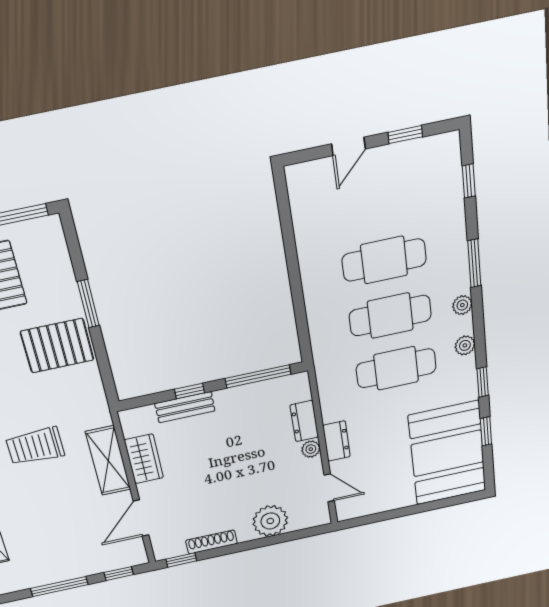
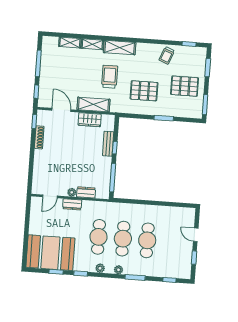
pallet: (57, 346) -> (144, 91), moved, turned 90
plant: (270, 521) -> (41, 166), removed

